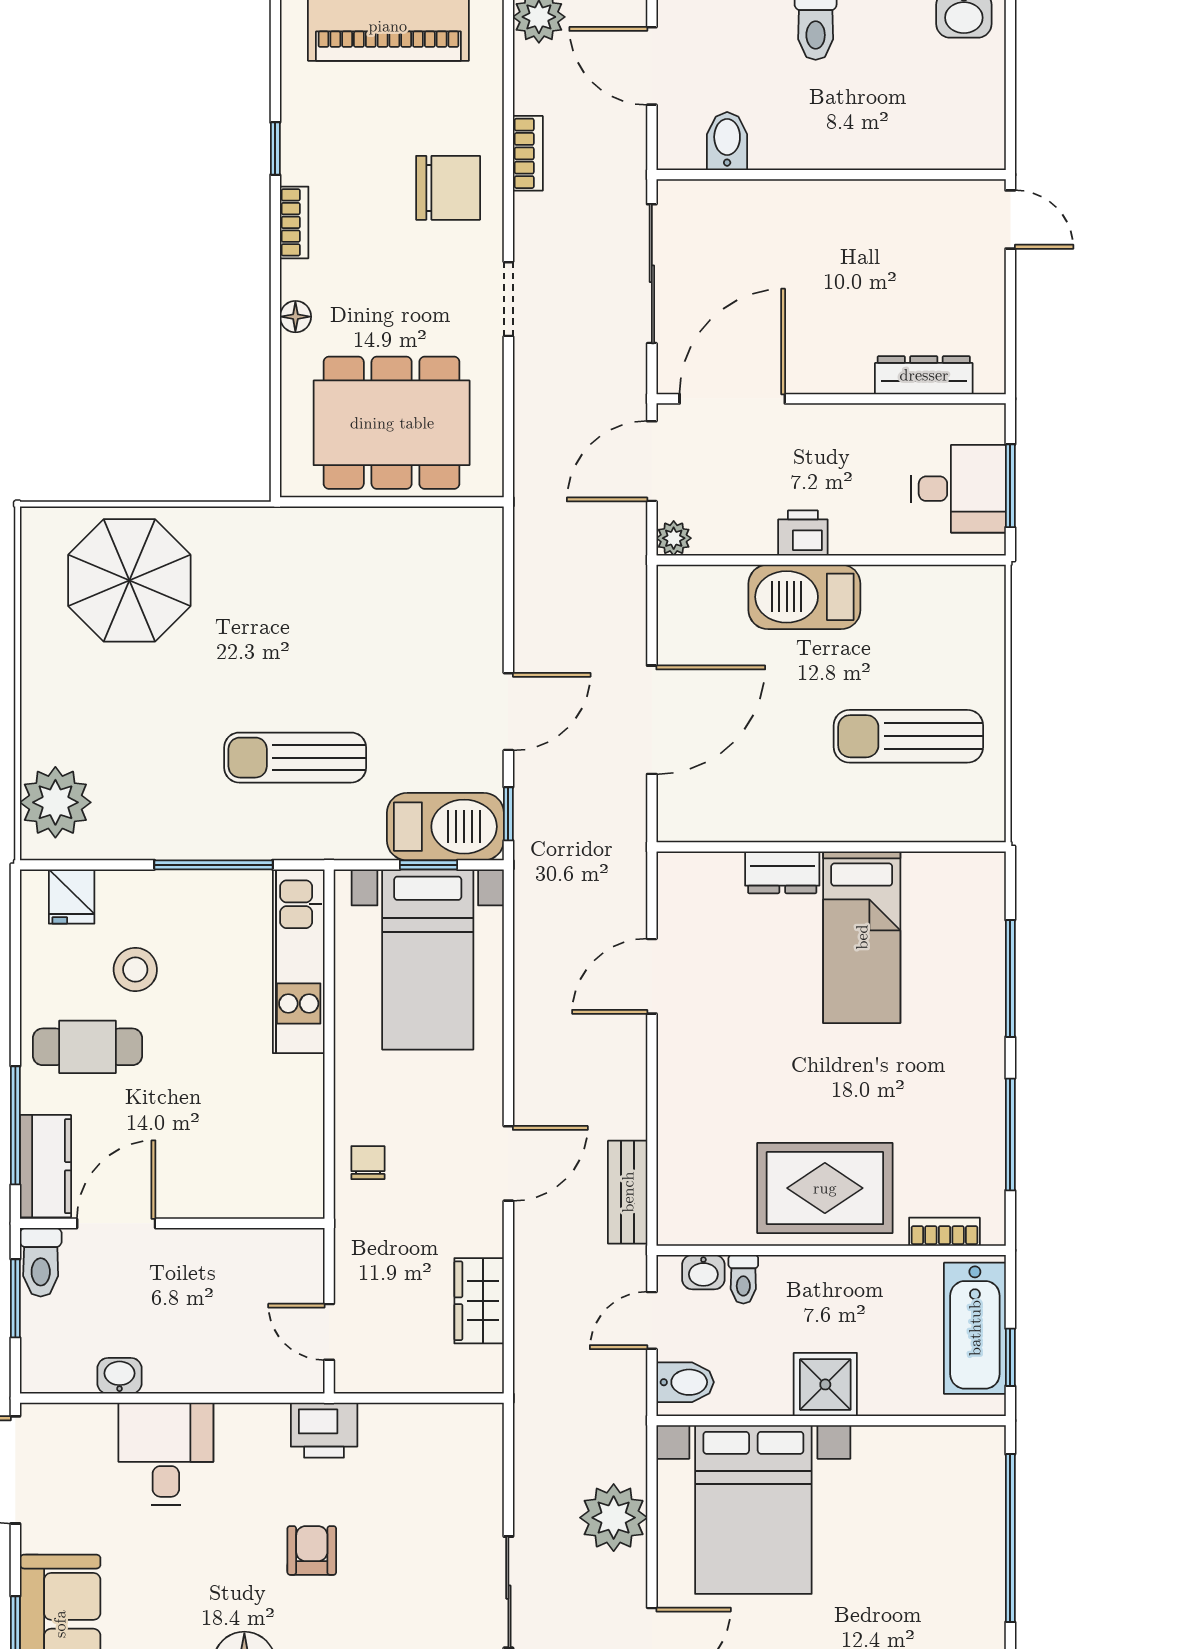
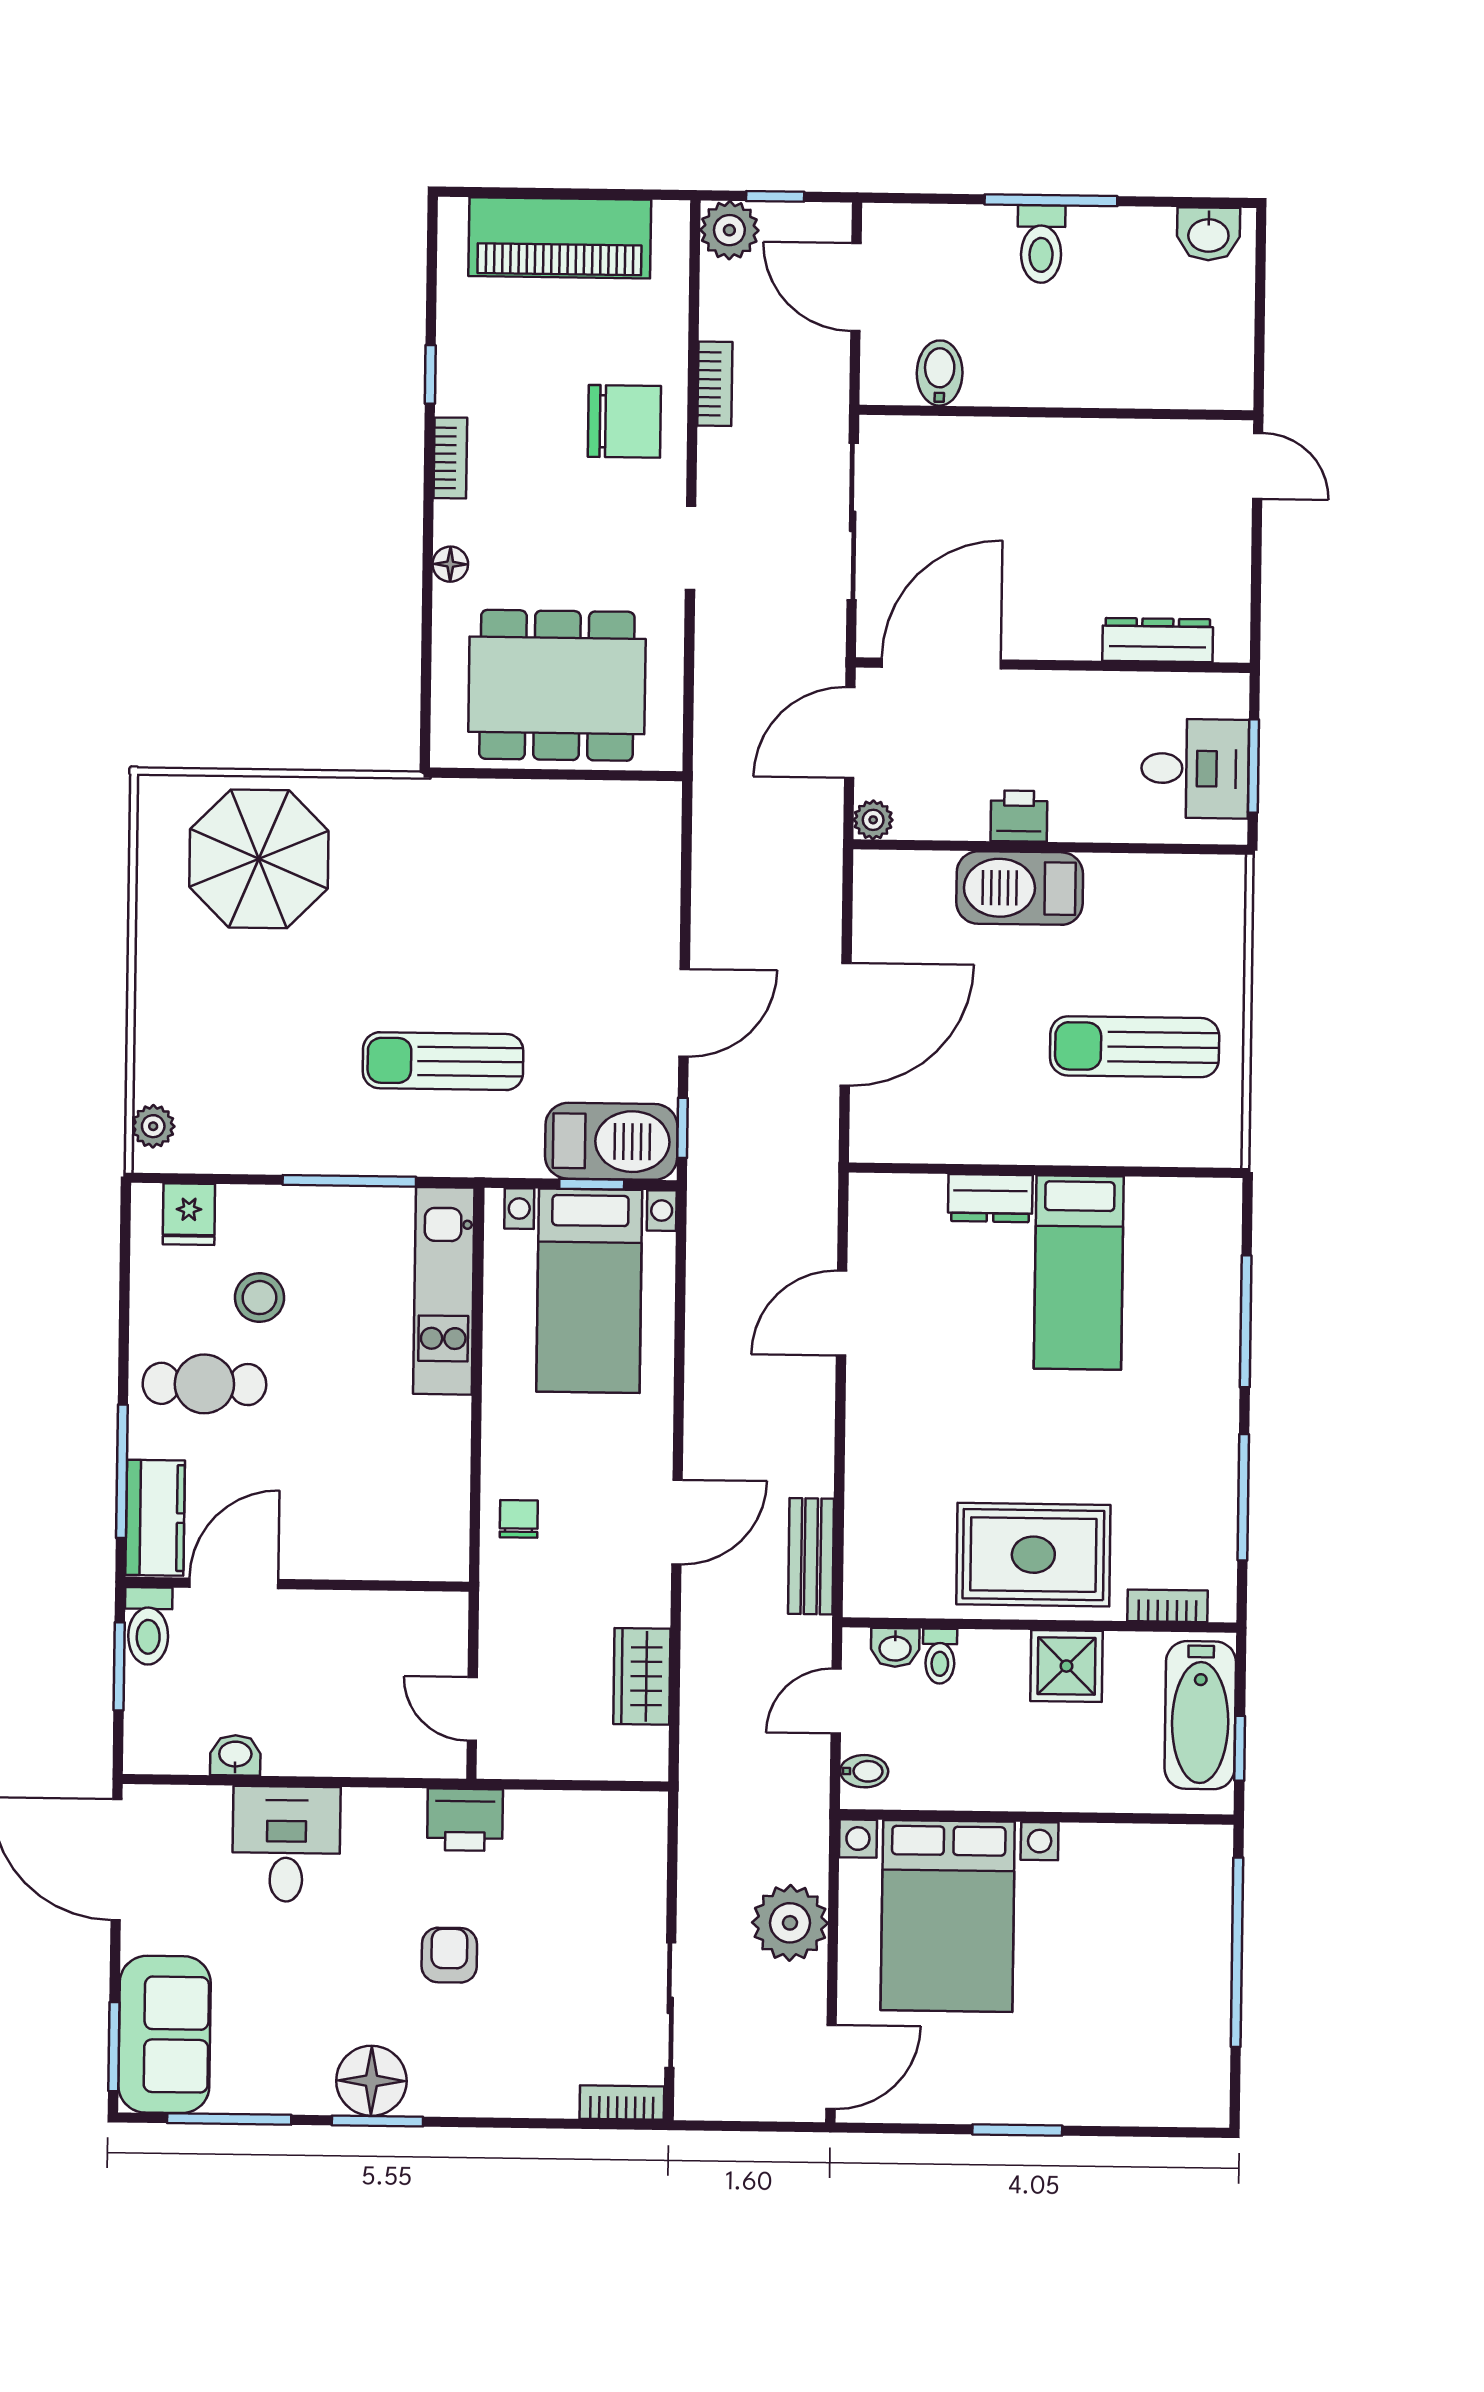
plant: (55, 802) -> (153, 1126), width x0.53, depth x0.53
bidet: (685, 1382) -> (864, 1771), width x0.72, depth x0.74
shower: (825, 1384) -> (1066, 1666), moved

